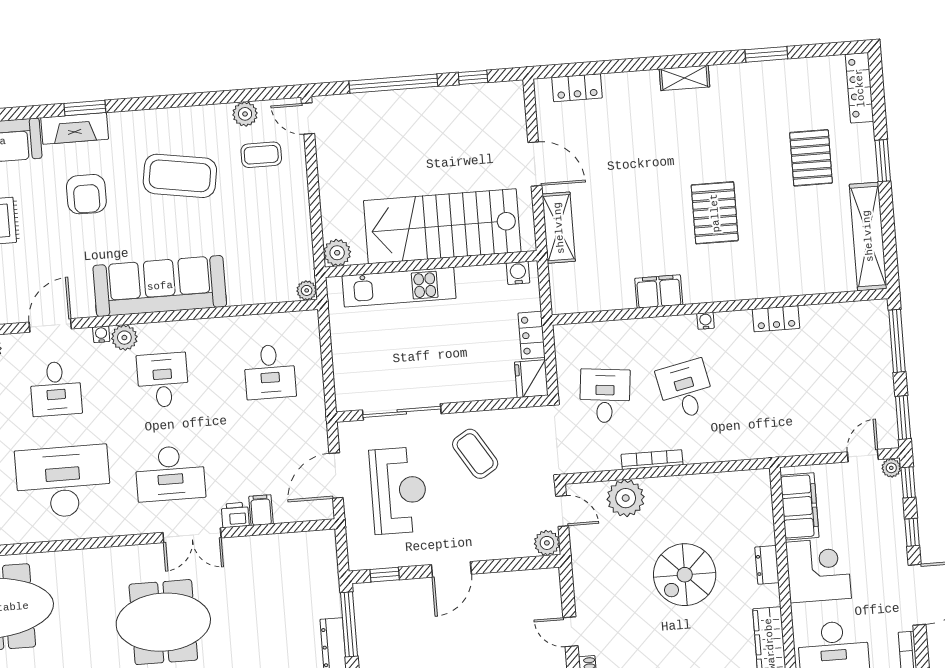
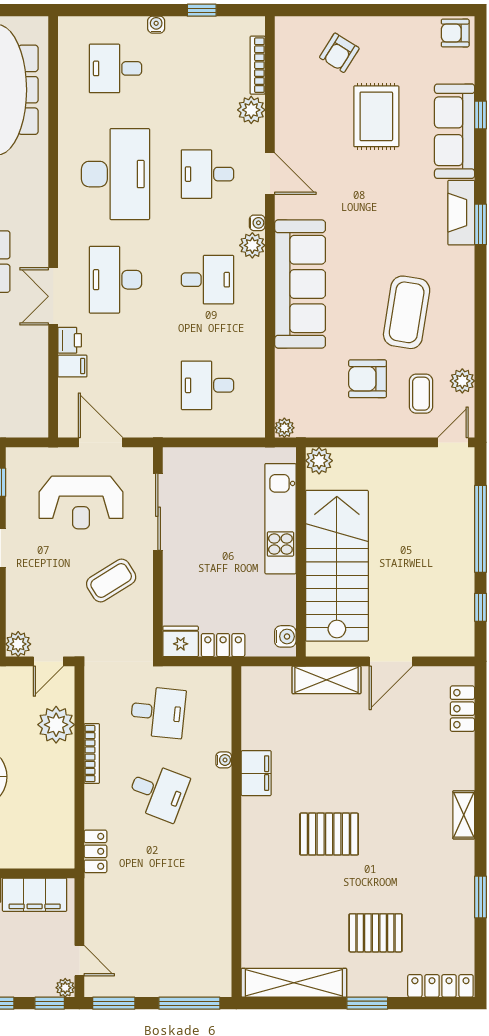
armchair: (86, 194) -> (368, 379), moved
locker: (776, 319) -> (95, 851), moved, turned 180
water cooler: (706, 321) -> (224, 760), moved
desk: (686, 390) -> (158, 792), turned 33

